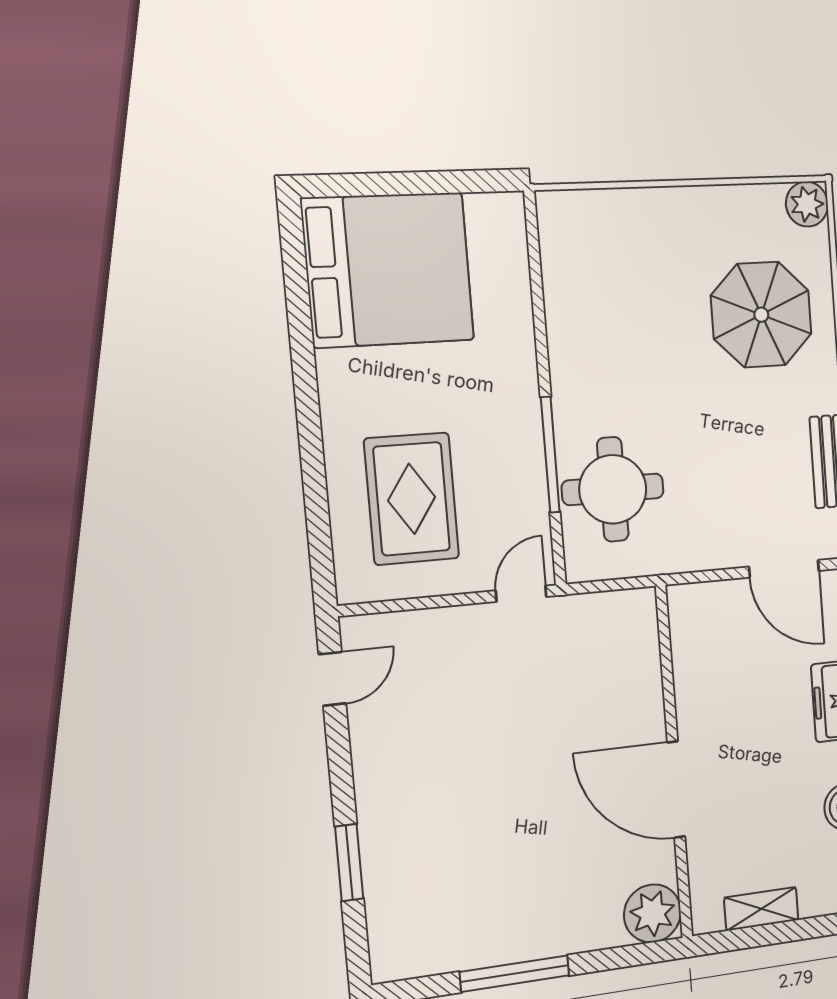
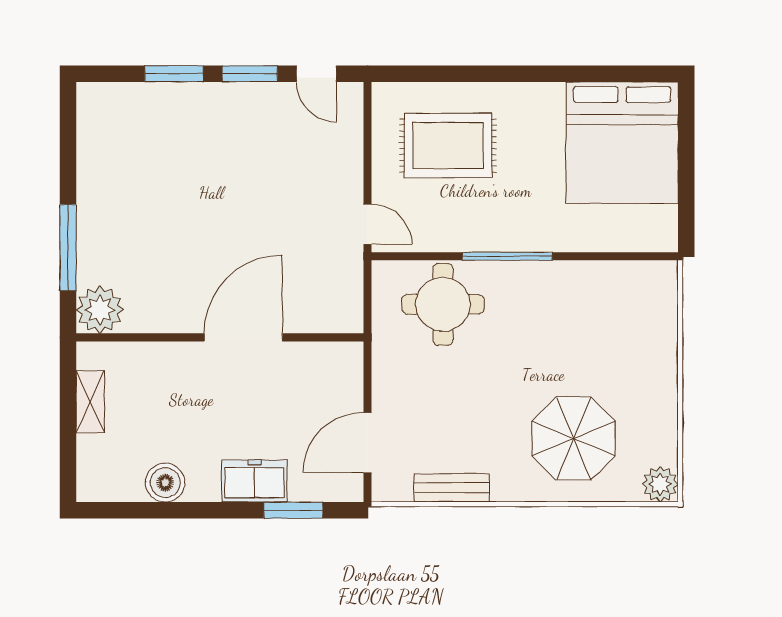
window: (550, 455) -> (507, 256), moved
window: (340, 765) -> (250, 74), added
door: (676, 790) -> (243, 337), moved
window: (515, 974) -> (68, 248), moved

